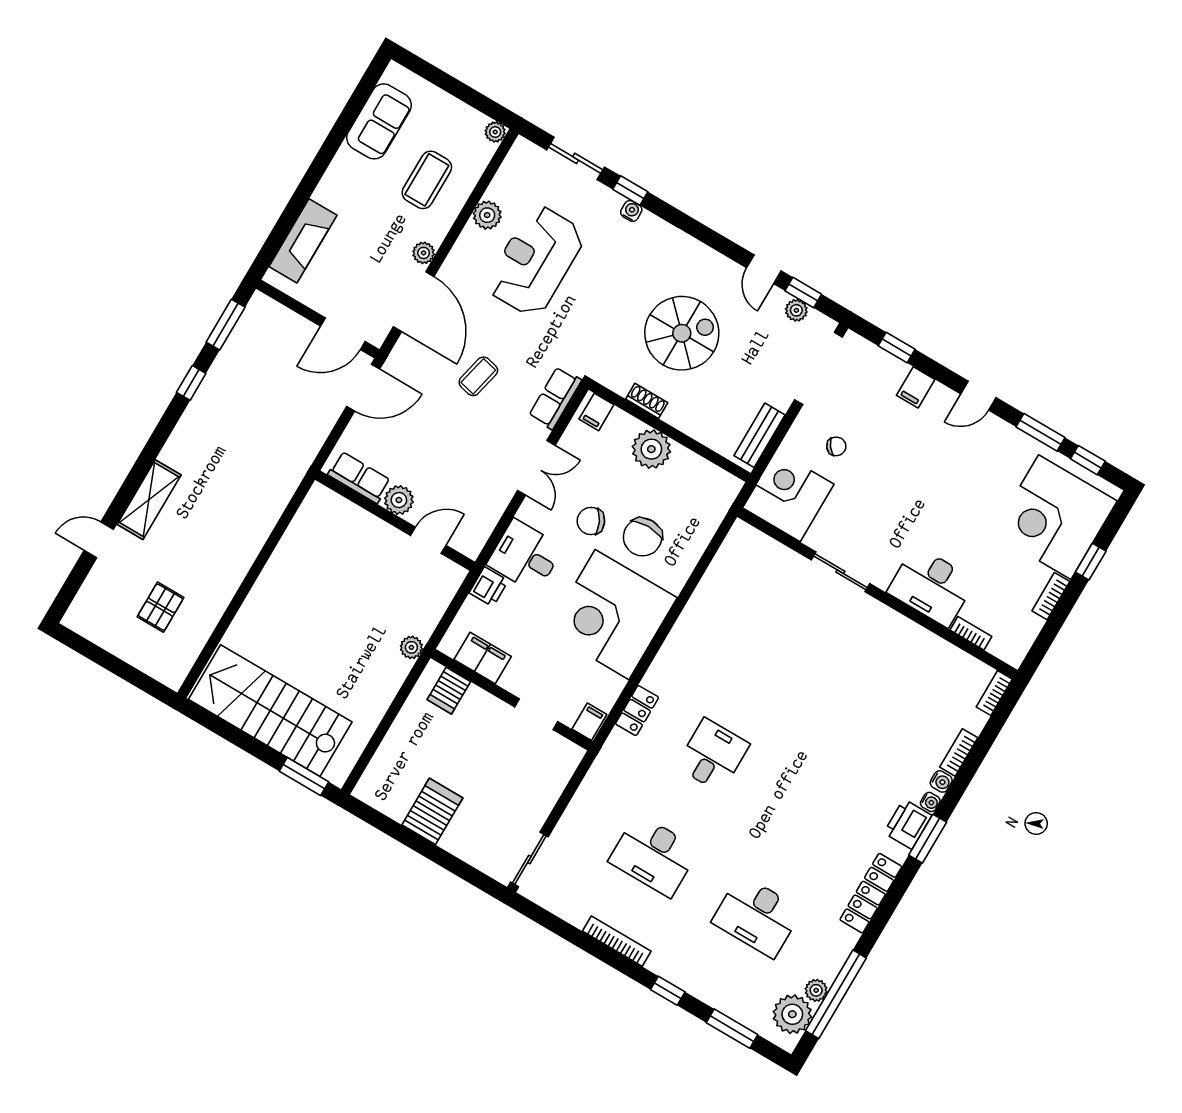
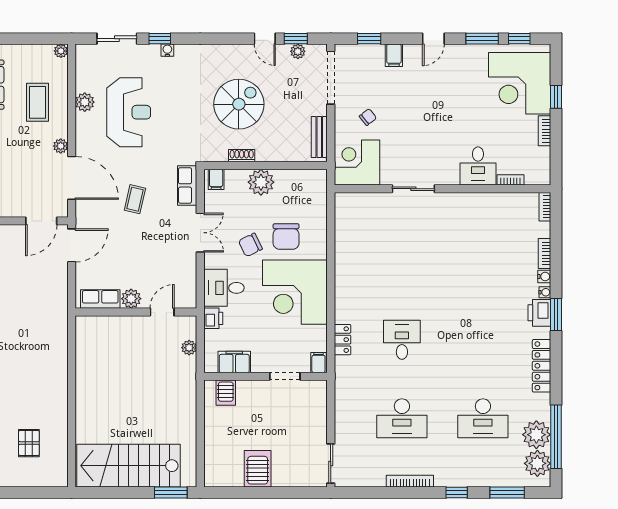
reception desk: (536, 261) -> (129, 112), turned 180
desk: (931, 586) -> (478, 166), width x0.73
plant: (411, 647) -> (189, 348), moved
plant: (816, 990) -> (536, 435), width x1.88, depth x1.88

